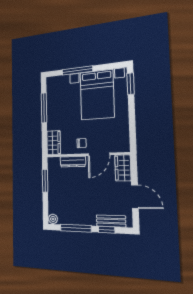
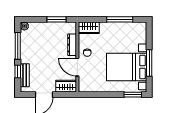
window: (77, 70) -> (149, 63), moved

